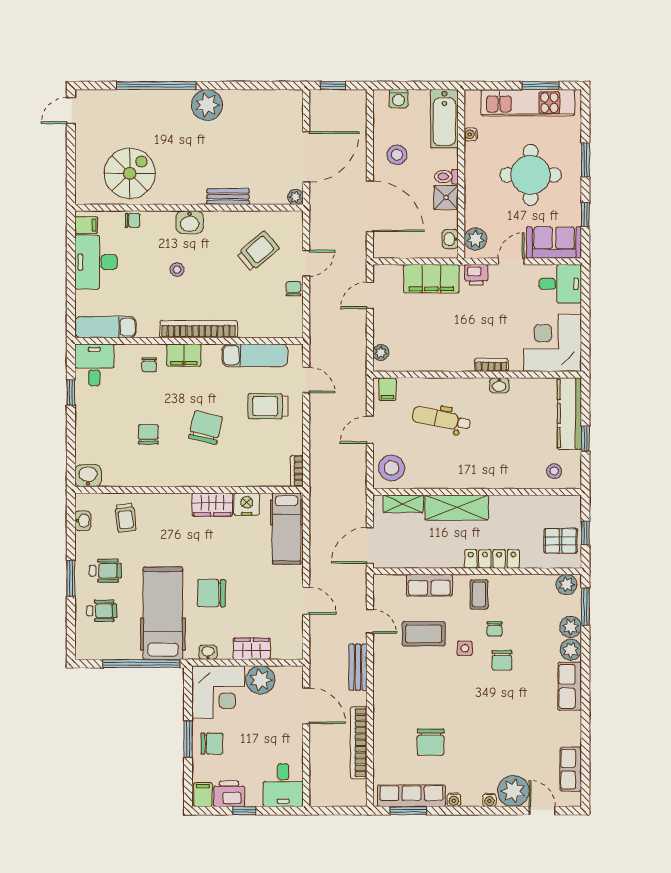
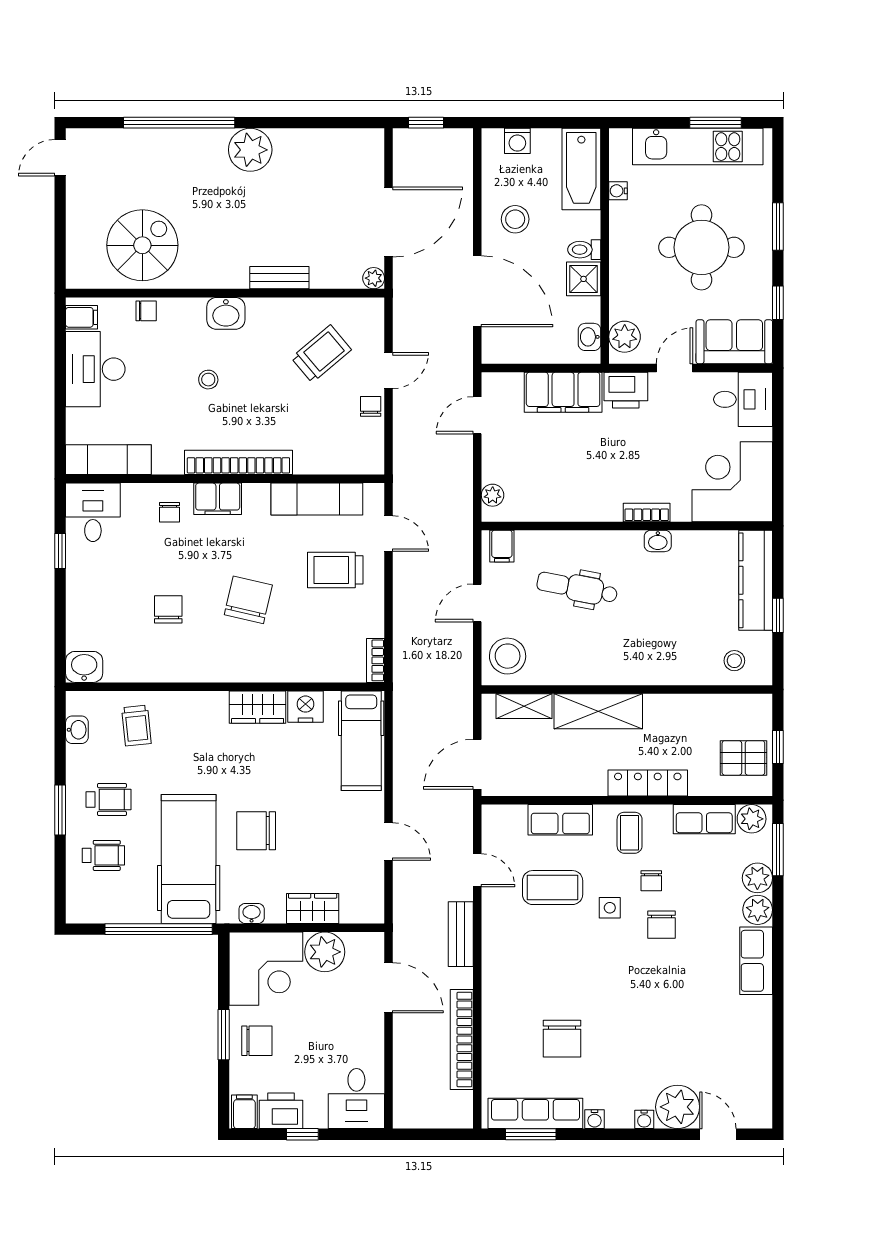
printer: (476, 275) -> (626, 390), width x1.36, depth x1.24
row of seats: (571, 769) -> (704, 819), moved, turned -90

